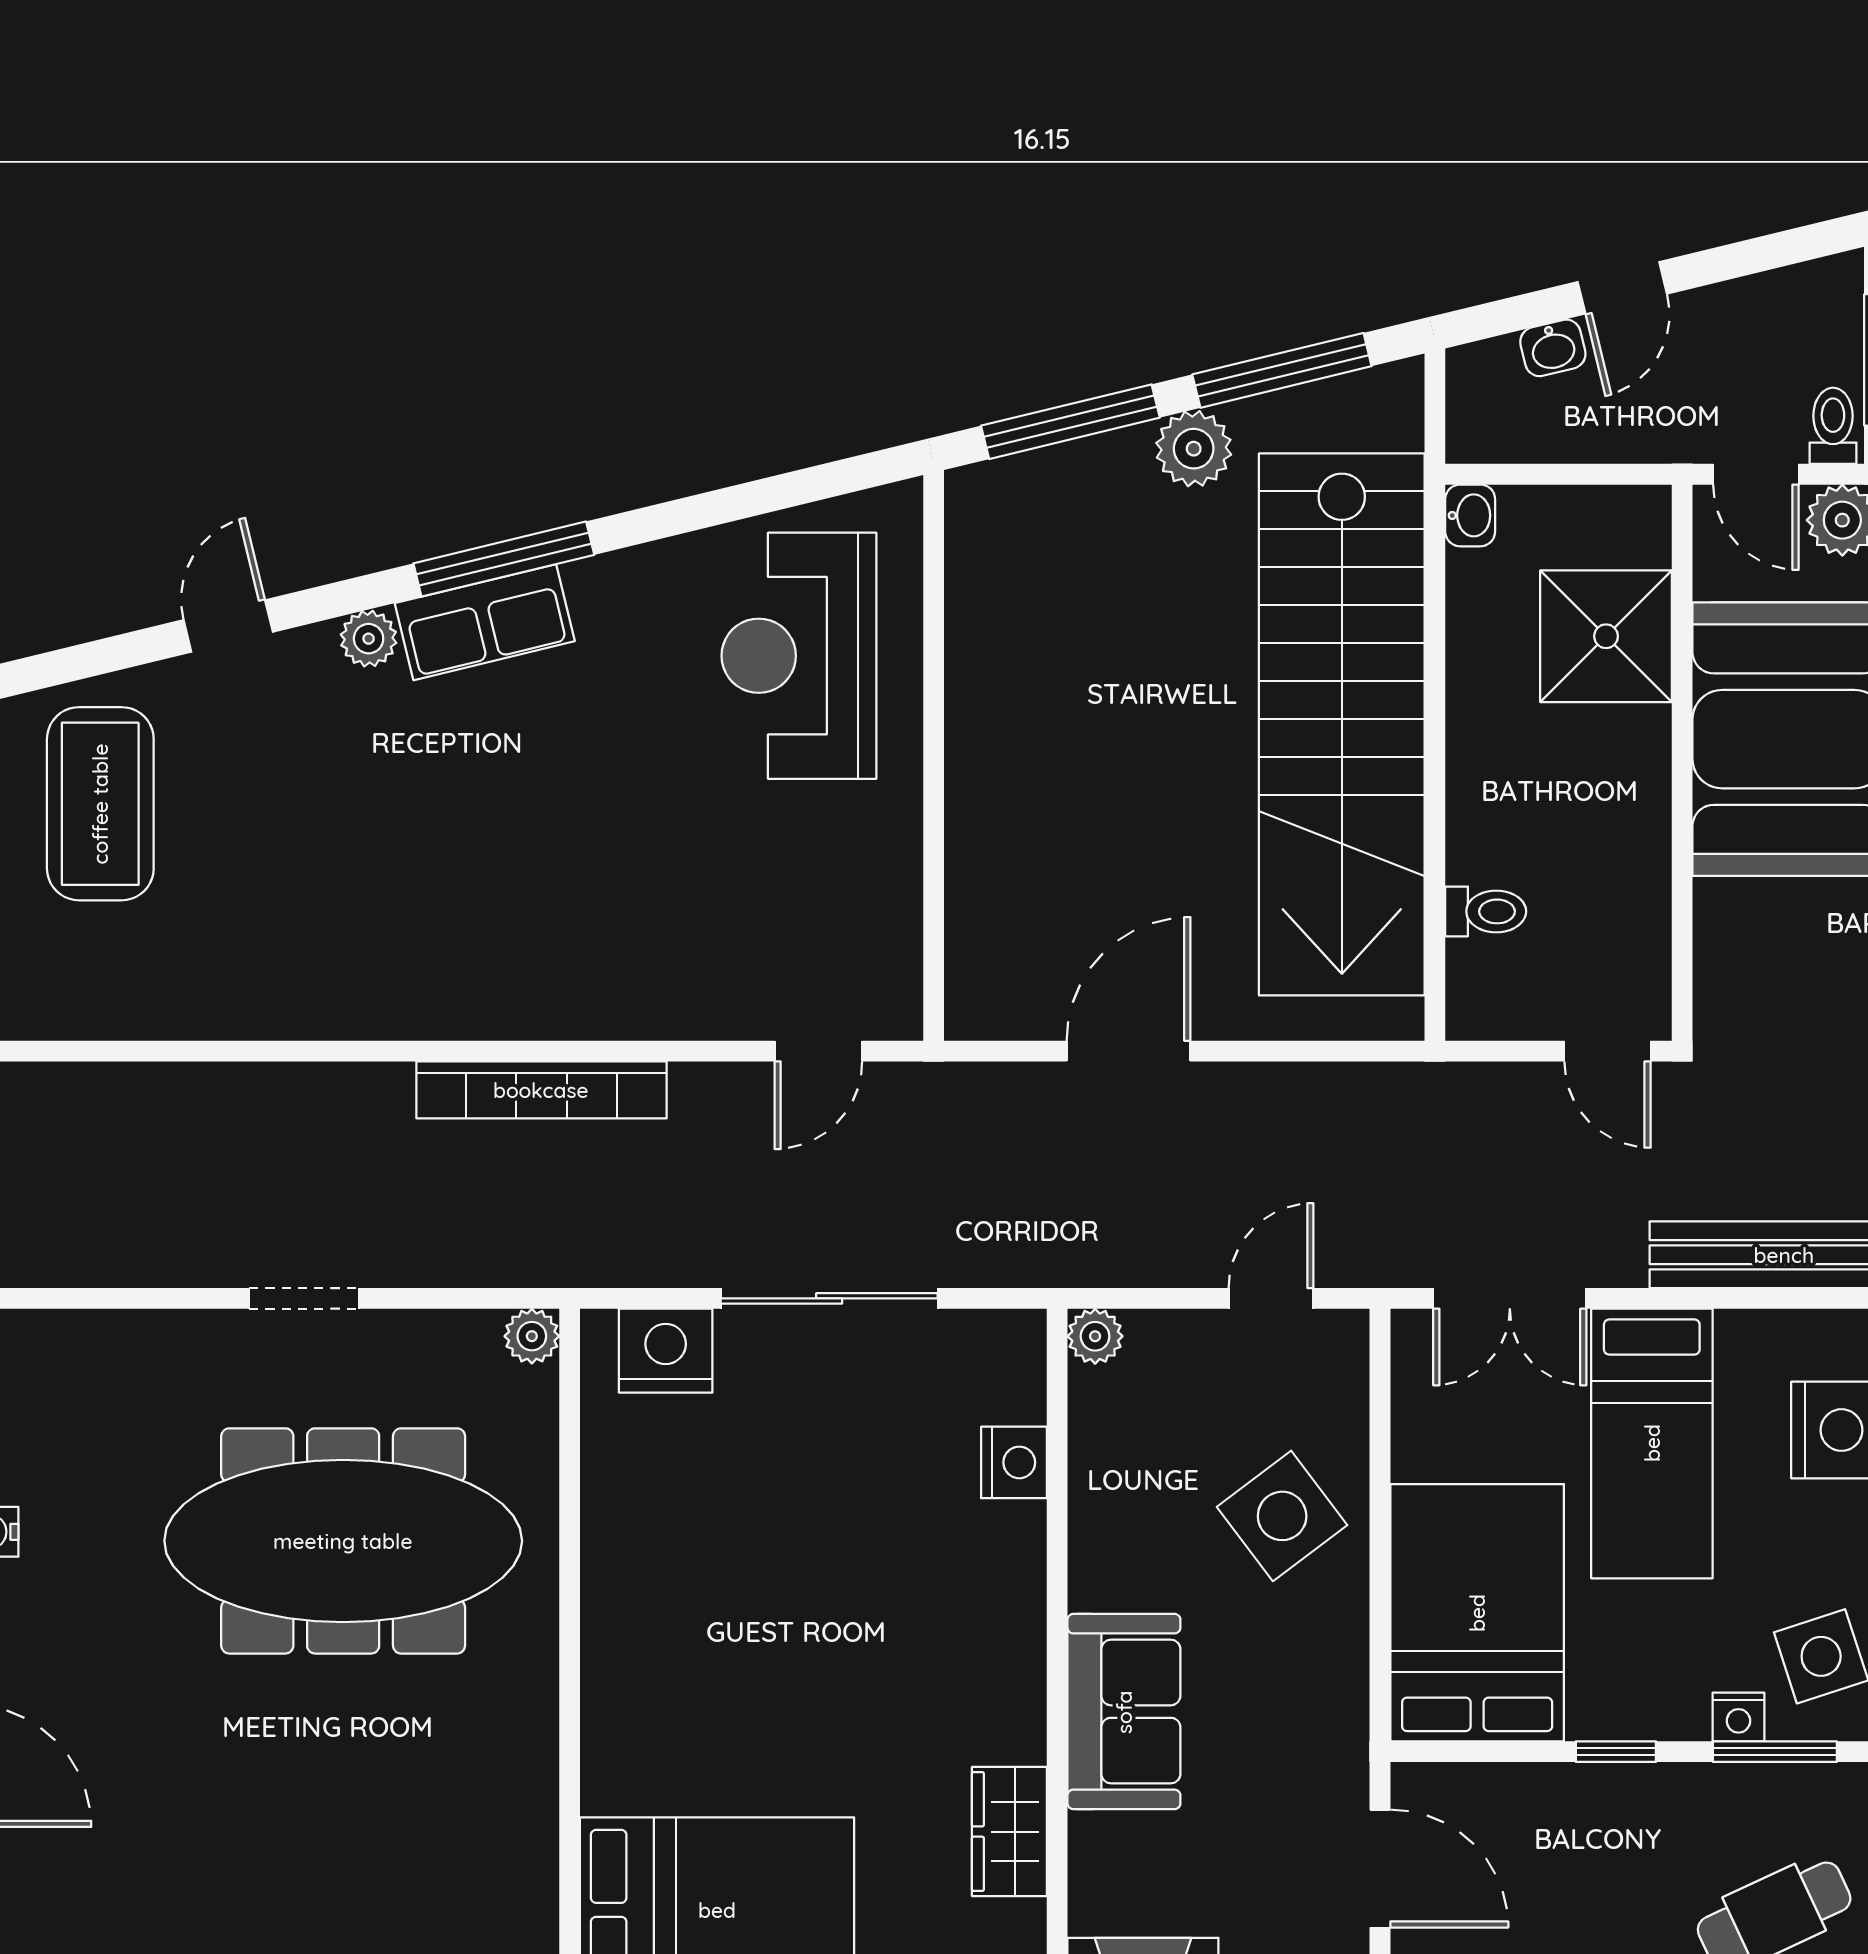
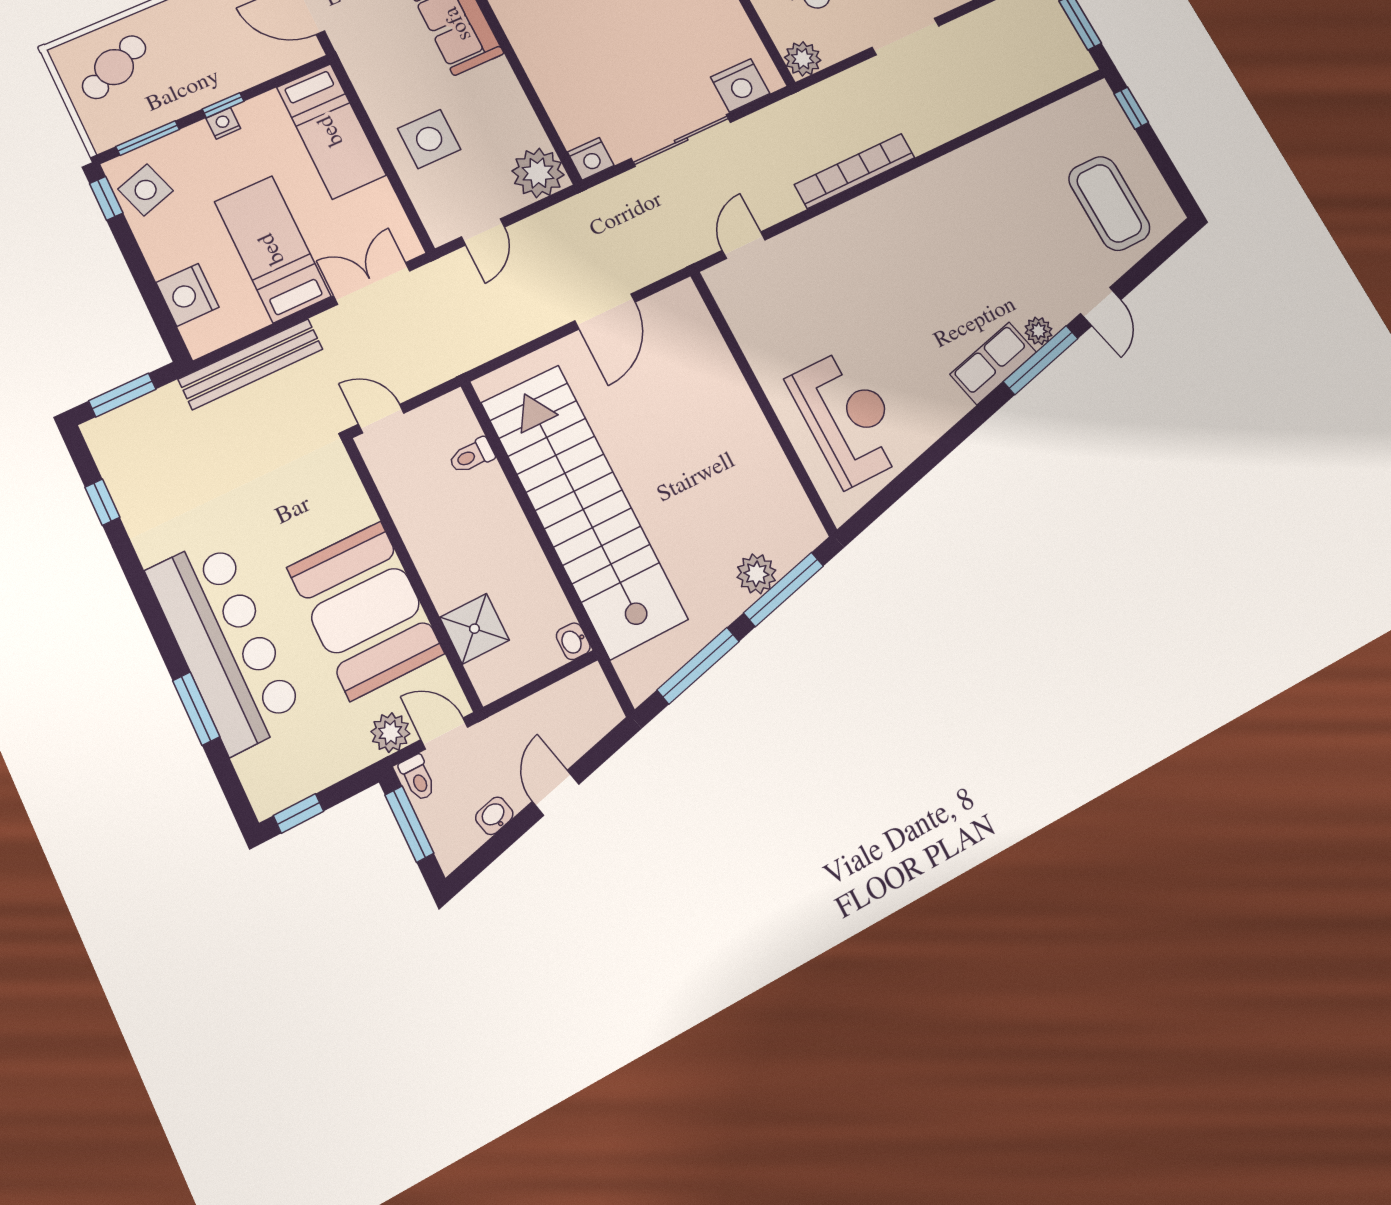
washbasin: (1553, 348) -> (494, 816), moved
plant: (1194, 449) -> (756, 574), moved
window: (504, 559) -> (1041, 360), moved
shower: (1606, 636) -> (474, 629), width x0.73, depth x0.73
doorway: (304, 1298) -> (905, 36), width x1.38
plant: (532, 1336) -> (803, 59), width x1.38, depth x1.38
plant: (1095, 1336) -> (538, 173), width x1.88, depth x1.88
nightstand: (1014, 1462) -> (591, 159), moved, turned -90
side table: (1282, 1516) -> (429, 139), turned 37
bed: (1477, 1613) -> (331, 131), width x0.67
nightstand: (1738, 1717) -> (223, 123), moved

